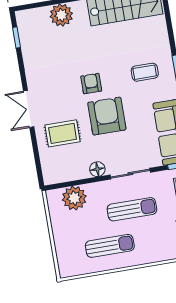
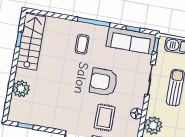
armchair: (91, 84) -> (77, 85), removed
floor lamp: (97, 169) -> (136, 113), moved

